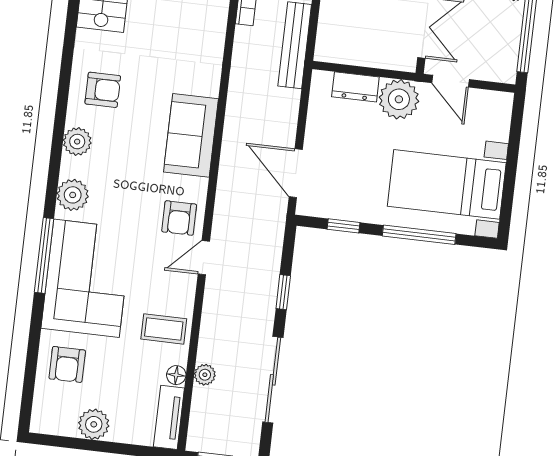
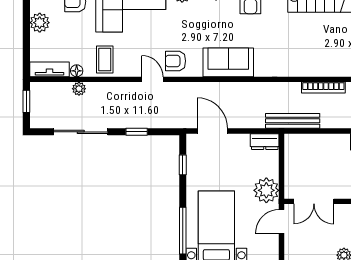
dresser: (355, 87) -> (265, 142), moved, turned -90
door: (296, 173) -> (212, 131), hinge flipped
window: (419, 235) -> (183, 231), moved

